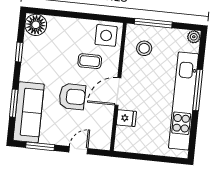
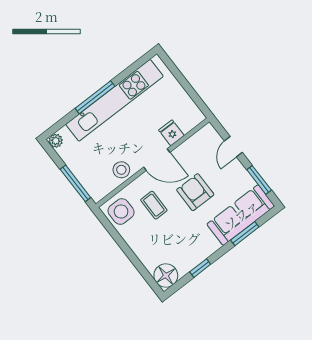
stool: (144, 48) -> (121, 170), moved
door: (78, 150) -> (233, 147), hinge flipped

